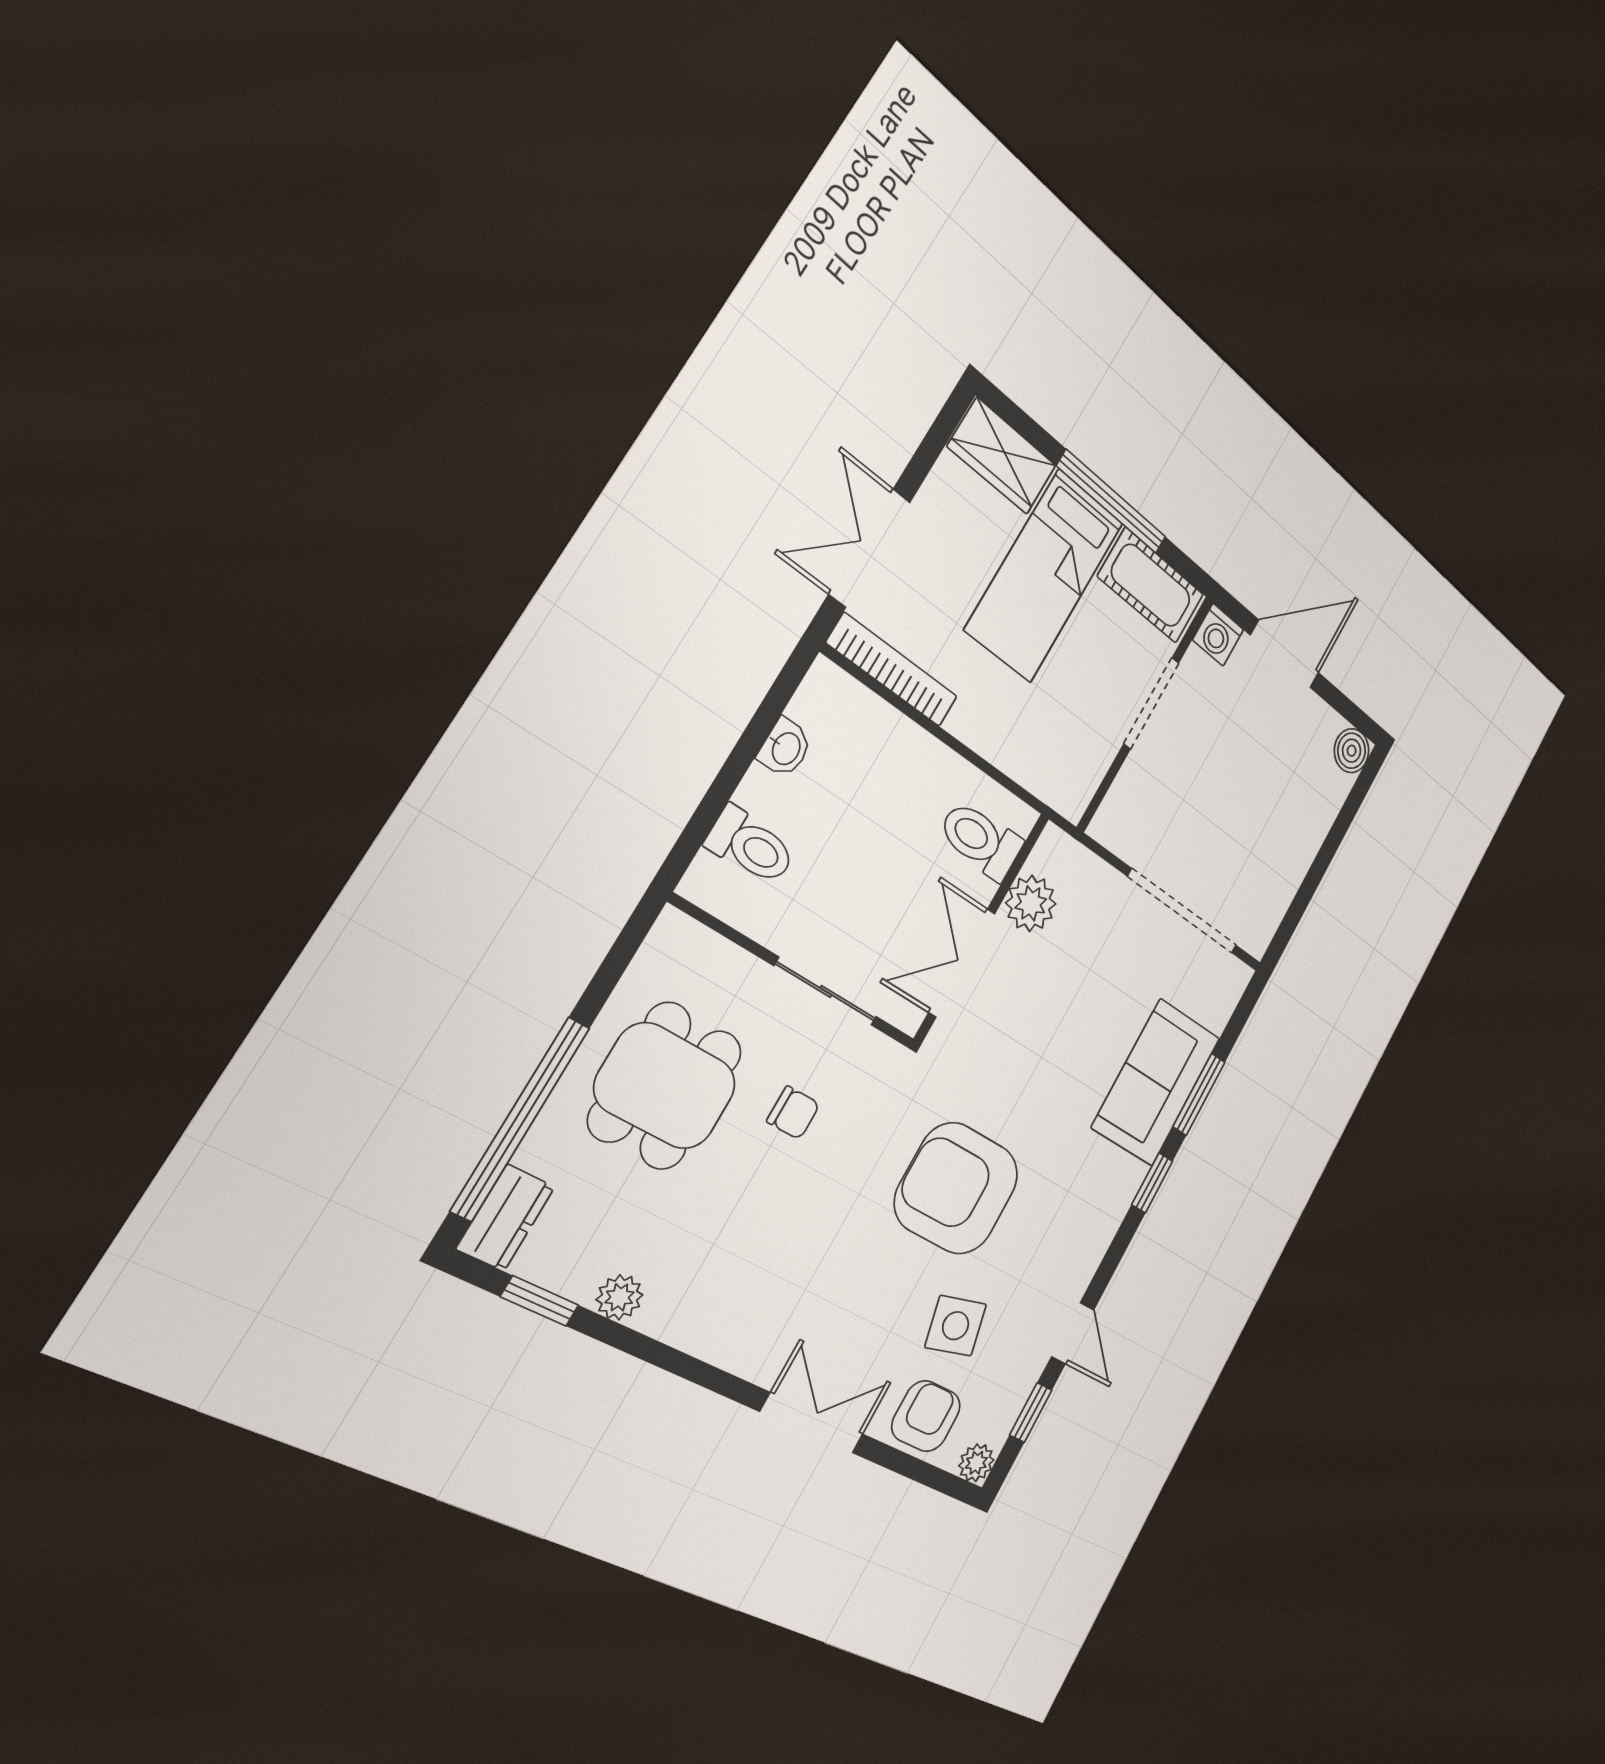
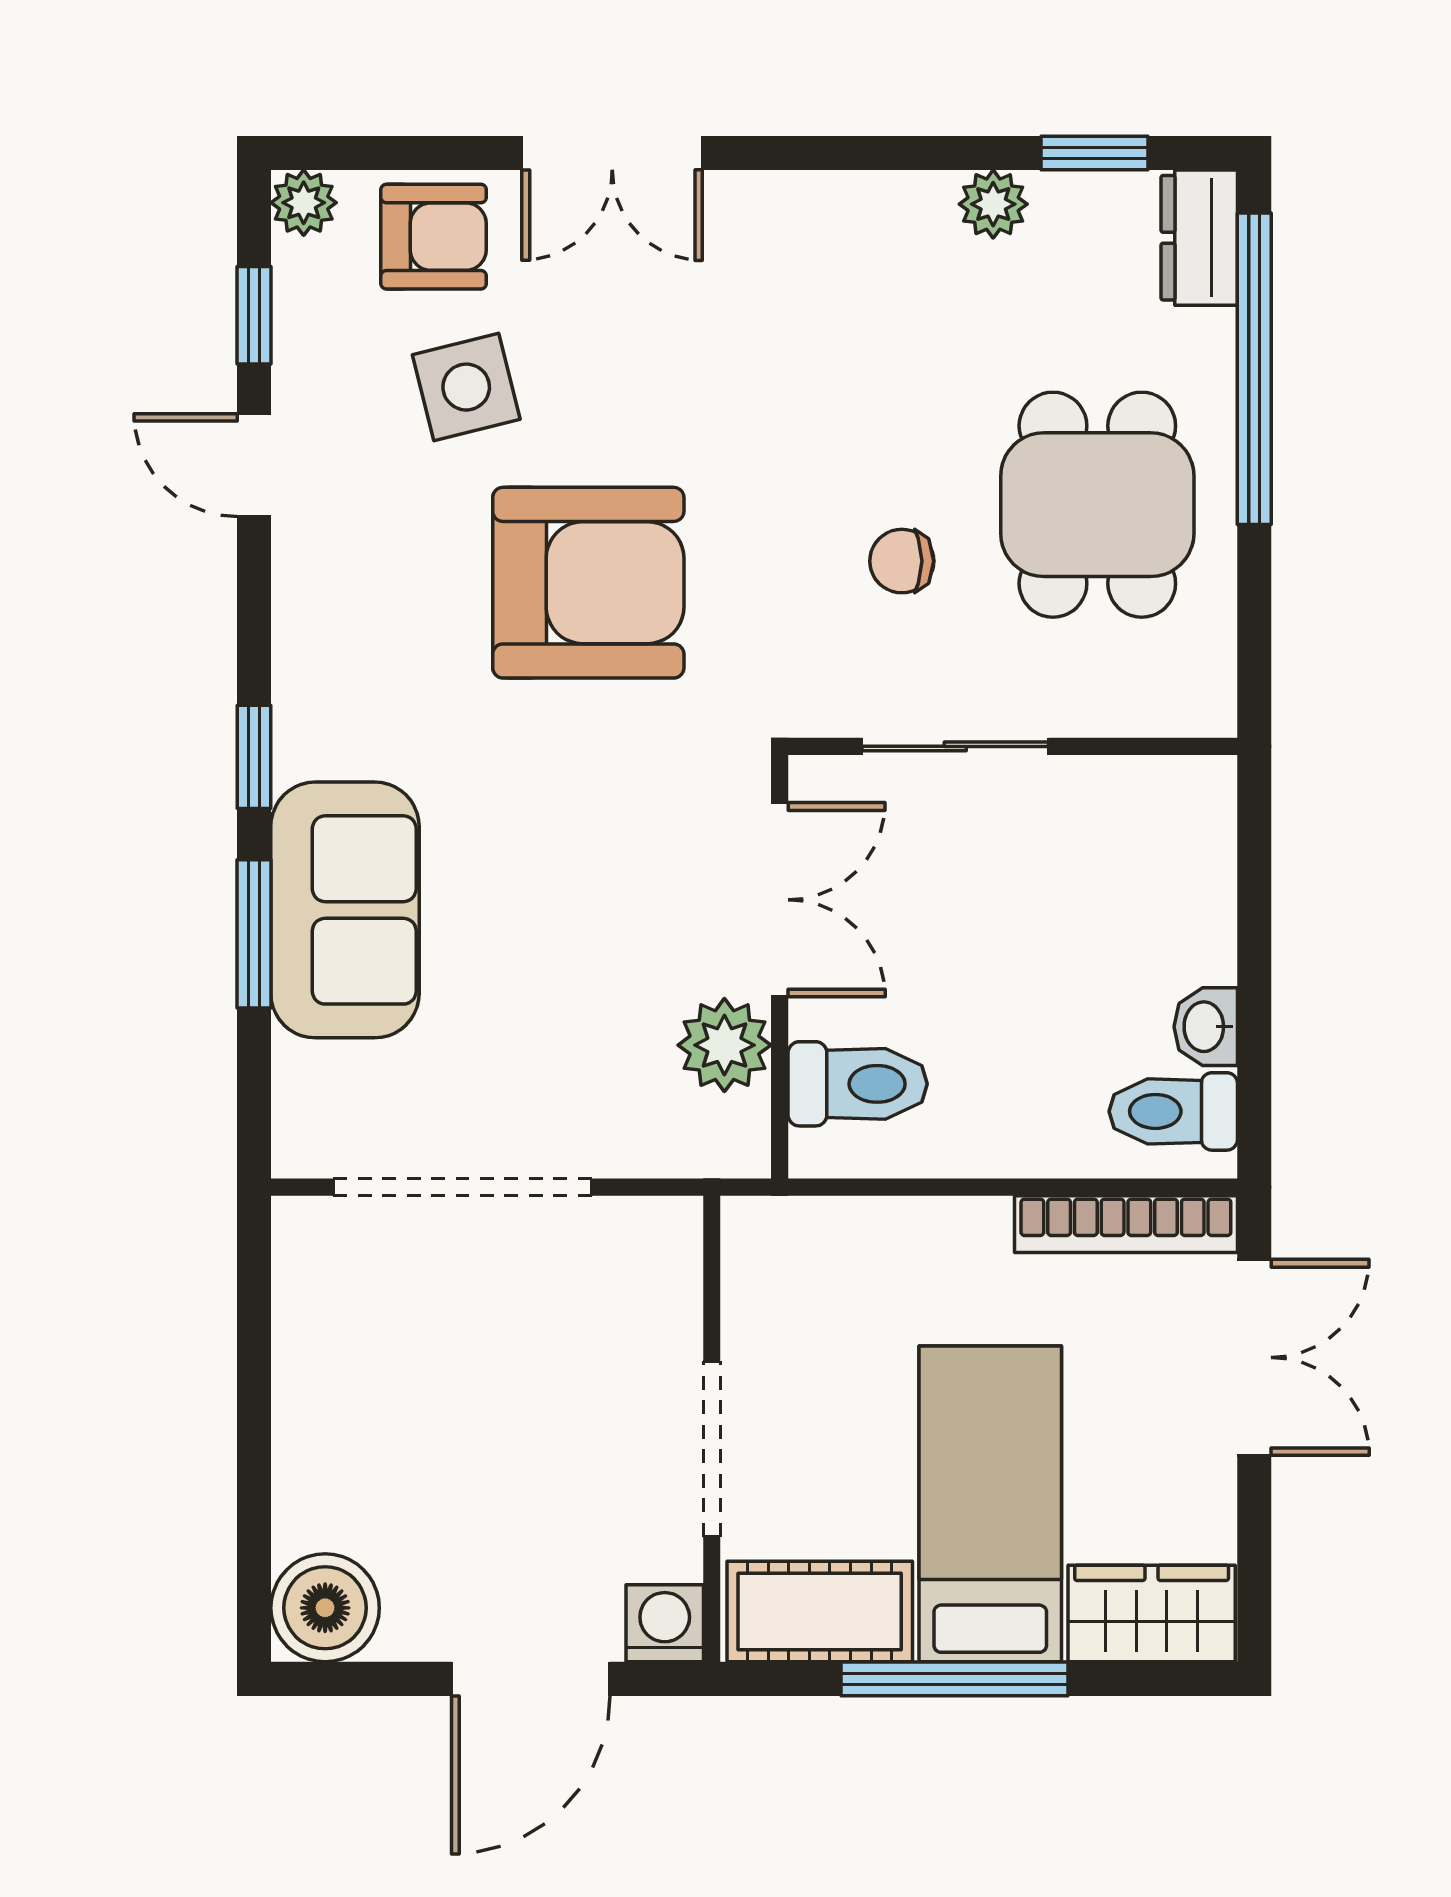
boiler: (1352, 751) -> (325, 1608), width x1.36, depth x1.36
toilet: (751, 846) -> (1173, 1111), moved
armchair: (926, 1416) -> (434, 237), turned -90

